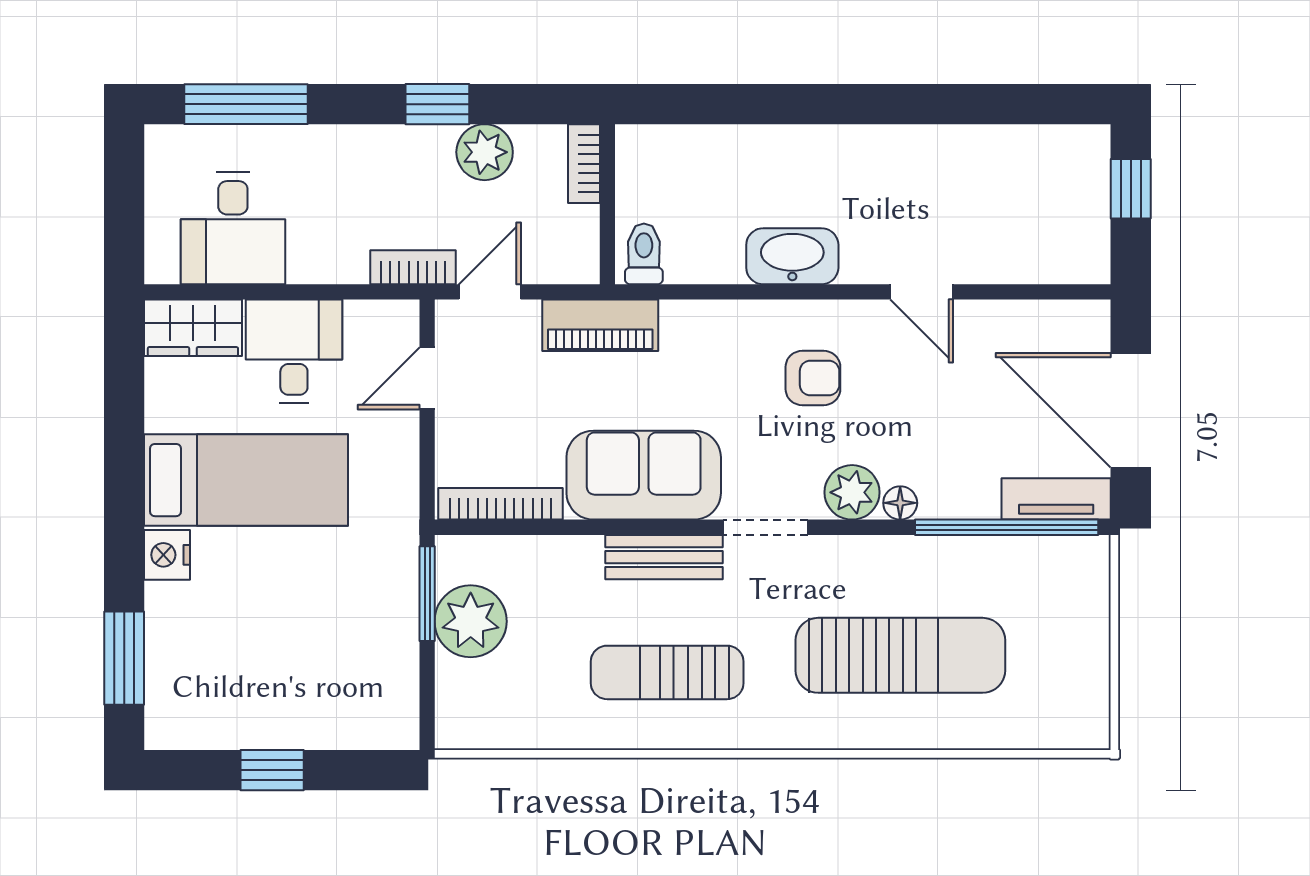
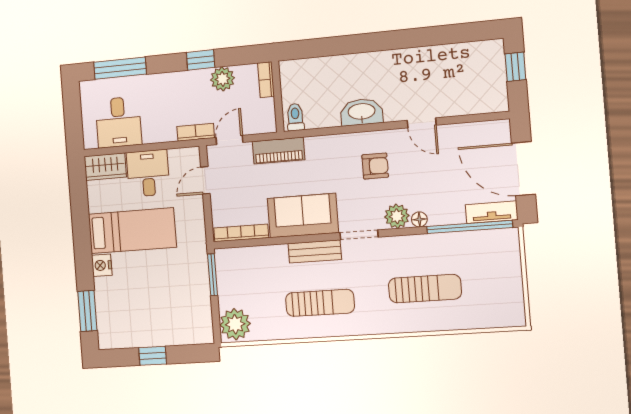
plant: (471, 621) -> (235, 324), moved
sun lounger: (900, 655) -> (425, 289), width x0.73, depth x0.75
sun lounger: (667, 672) -> (320, 303), turned 180

